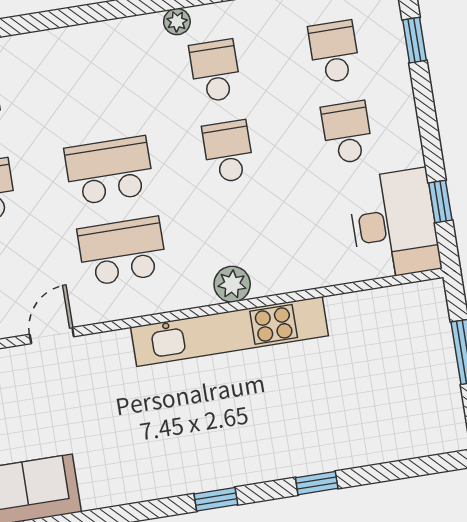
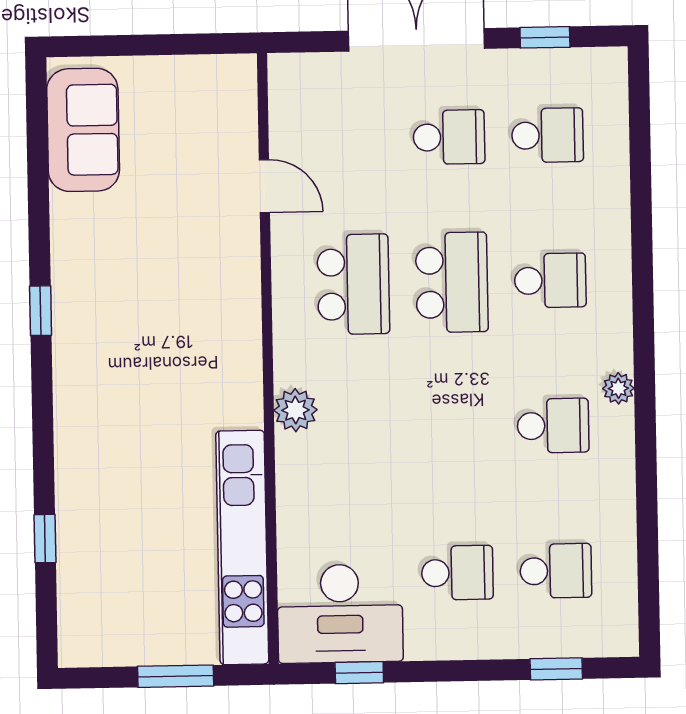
school desk: (228, 152) -> (550, 280), moved
kitchen unit: (230, 332) -> (242, 547), moved
window: (317, 483) -> (45, 539), moved
window: (216, 499) -> (41, 311), moved

